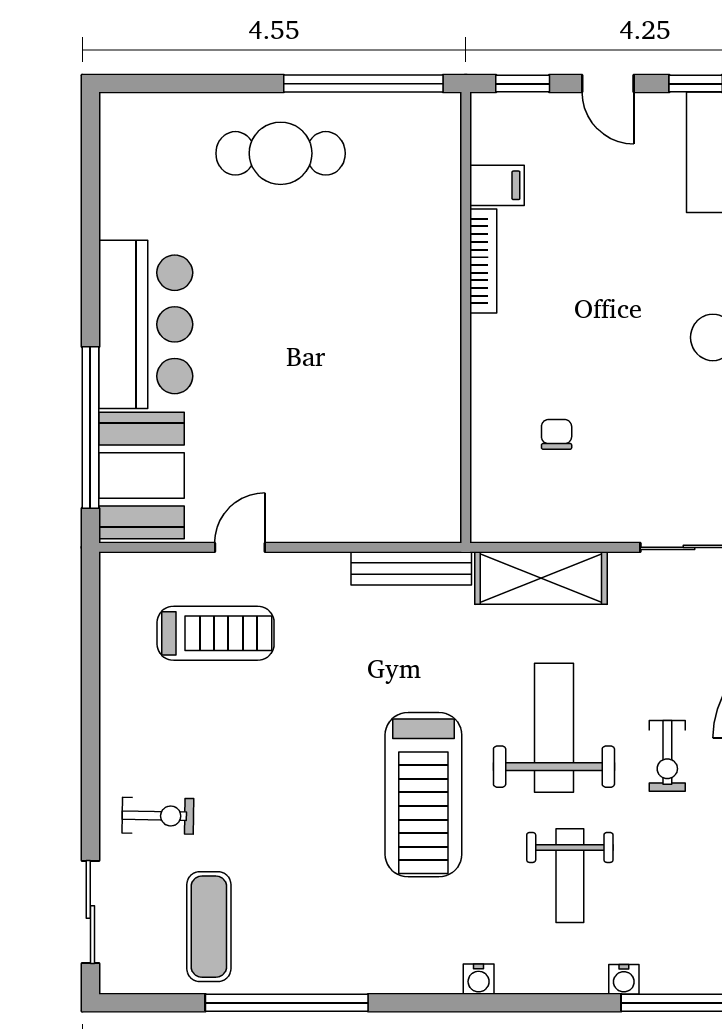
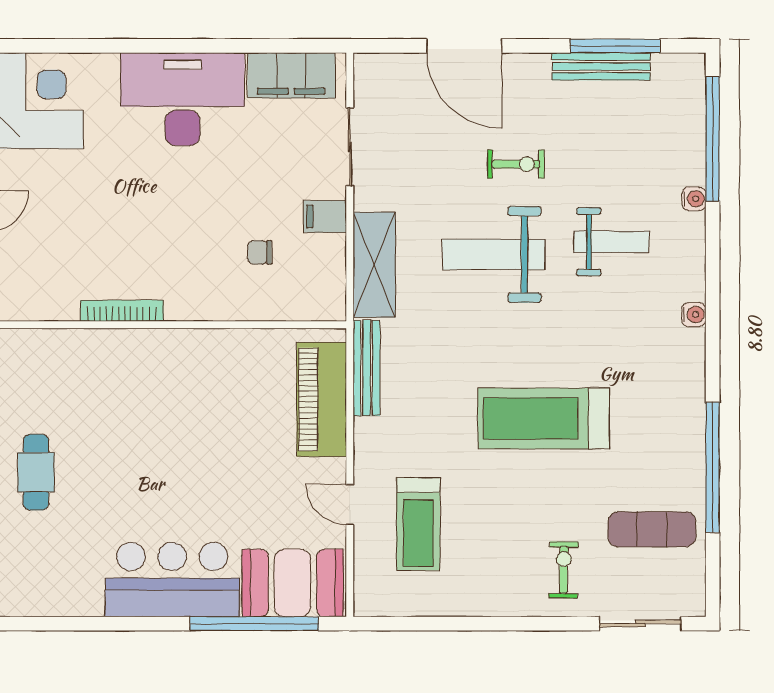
cafe table: (281, 153) -> (36, 472), width x0.73, depth x0.74
filing cabinet: (497, 185) -> (325, 216), moved, turned -90
piano: (372, 512) -> (322, 399), added
treadmill: (216, 633) -> (418, 524), turned 180
treadmill: (423, 795) -> (544, 419), moved, turned 180

